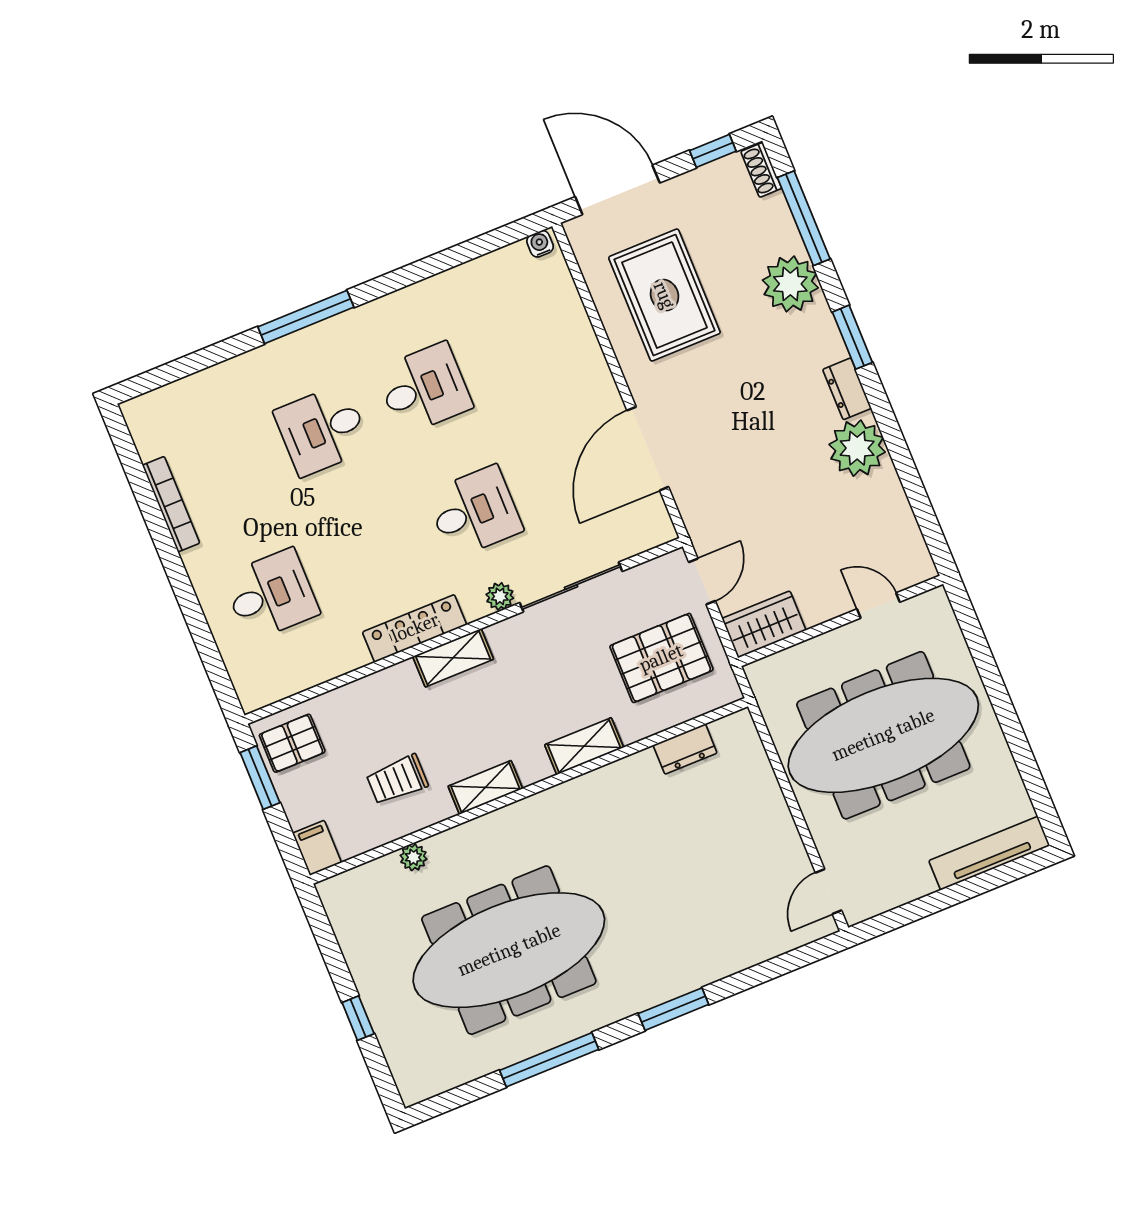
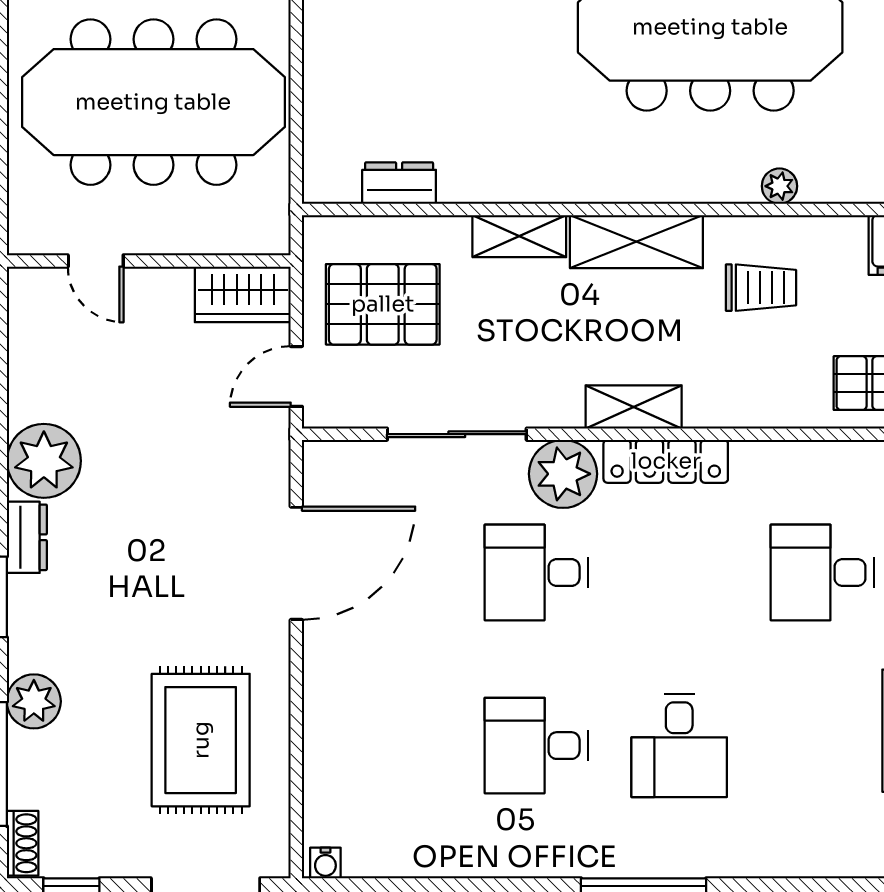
plant: (790, 284) -> (34, 701), width x0.73, depth x0.73
desk: (322, 430) -> (679, 746), turned 90
plant: (500, 596) -> (563, 474), width x1.88, depth x1.88
shelving: (485, 787) -> (636, 242), width x1.50, depth x1.33

